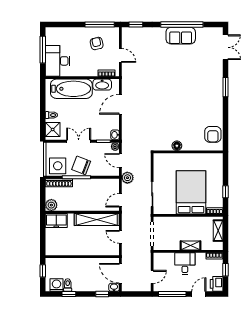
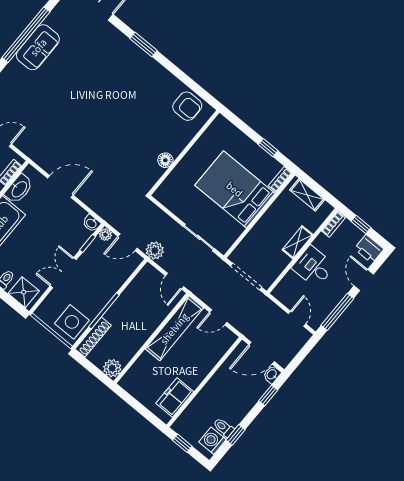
door: (120, 104) -> (60, 187), swing flipped
chair: (81, 165) -> (94, 294), removed
freezer: (56, 221) -> (175, 398), moved, turned 180

